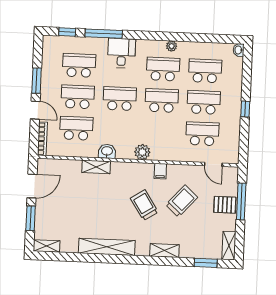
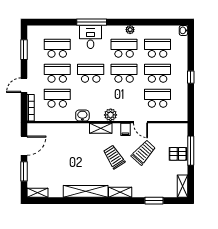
window: (67, 32) -> (47, 22), removed
window: (104, 34) -> (92, 22), moved
window: (37, 81) -> (24, 50), moved
door: (35, 110) -> (24, 85), swing flipped
door: (213, 164) -> (141, 122), moved
shelving: (96, 167) -> (101, 128), moved
shelving: (164, 251) -> (120, 192), moved
window: (206, 263) -> (154, 201), moved

